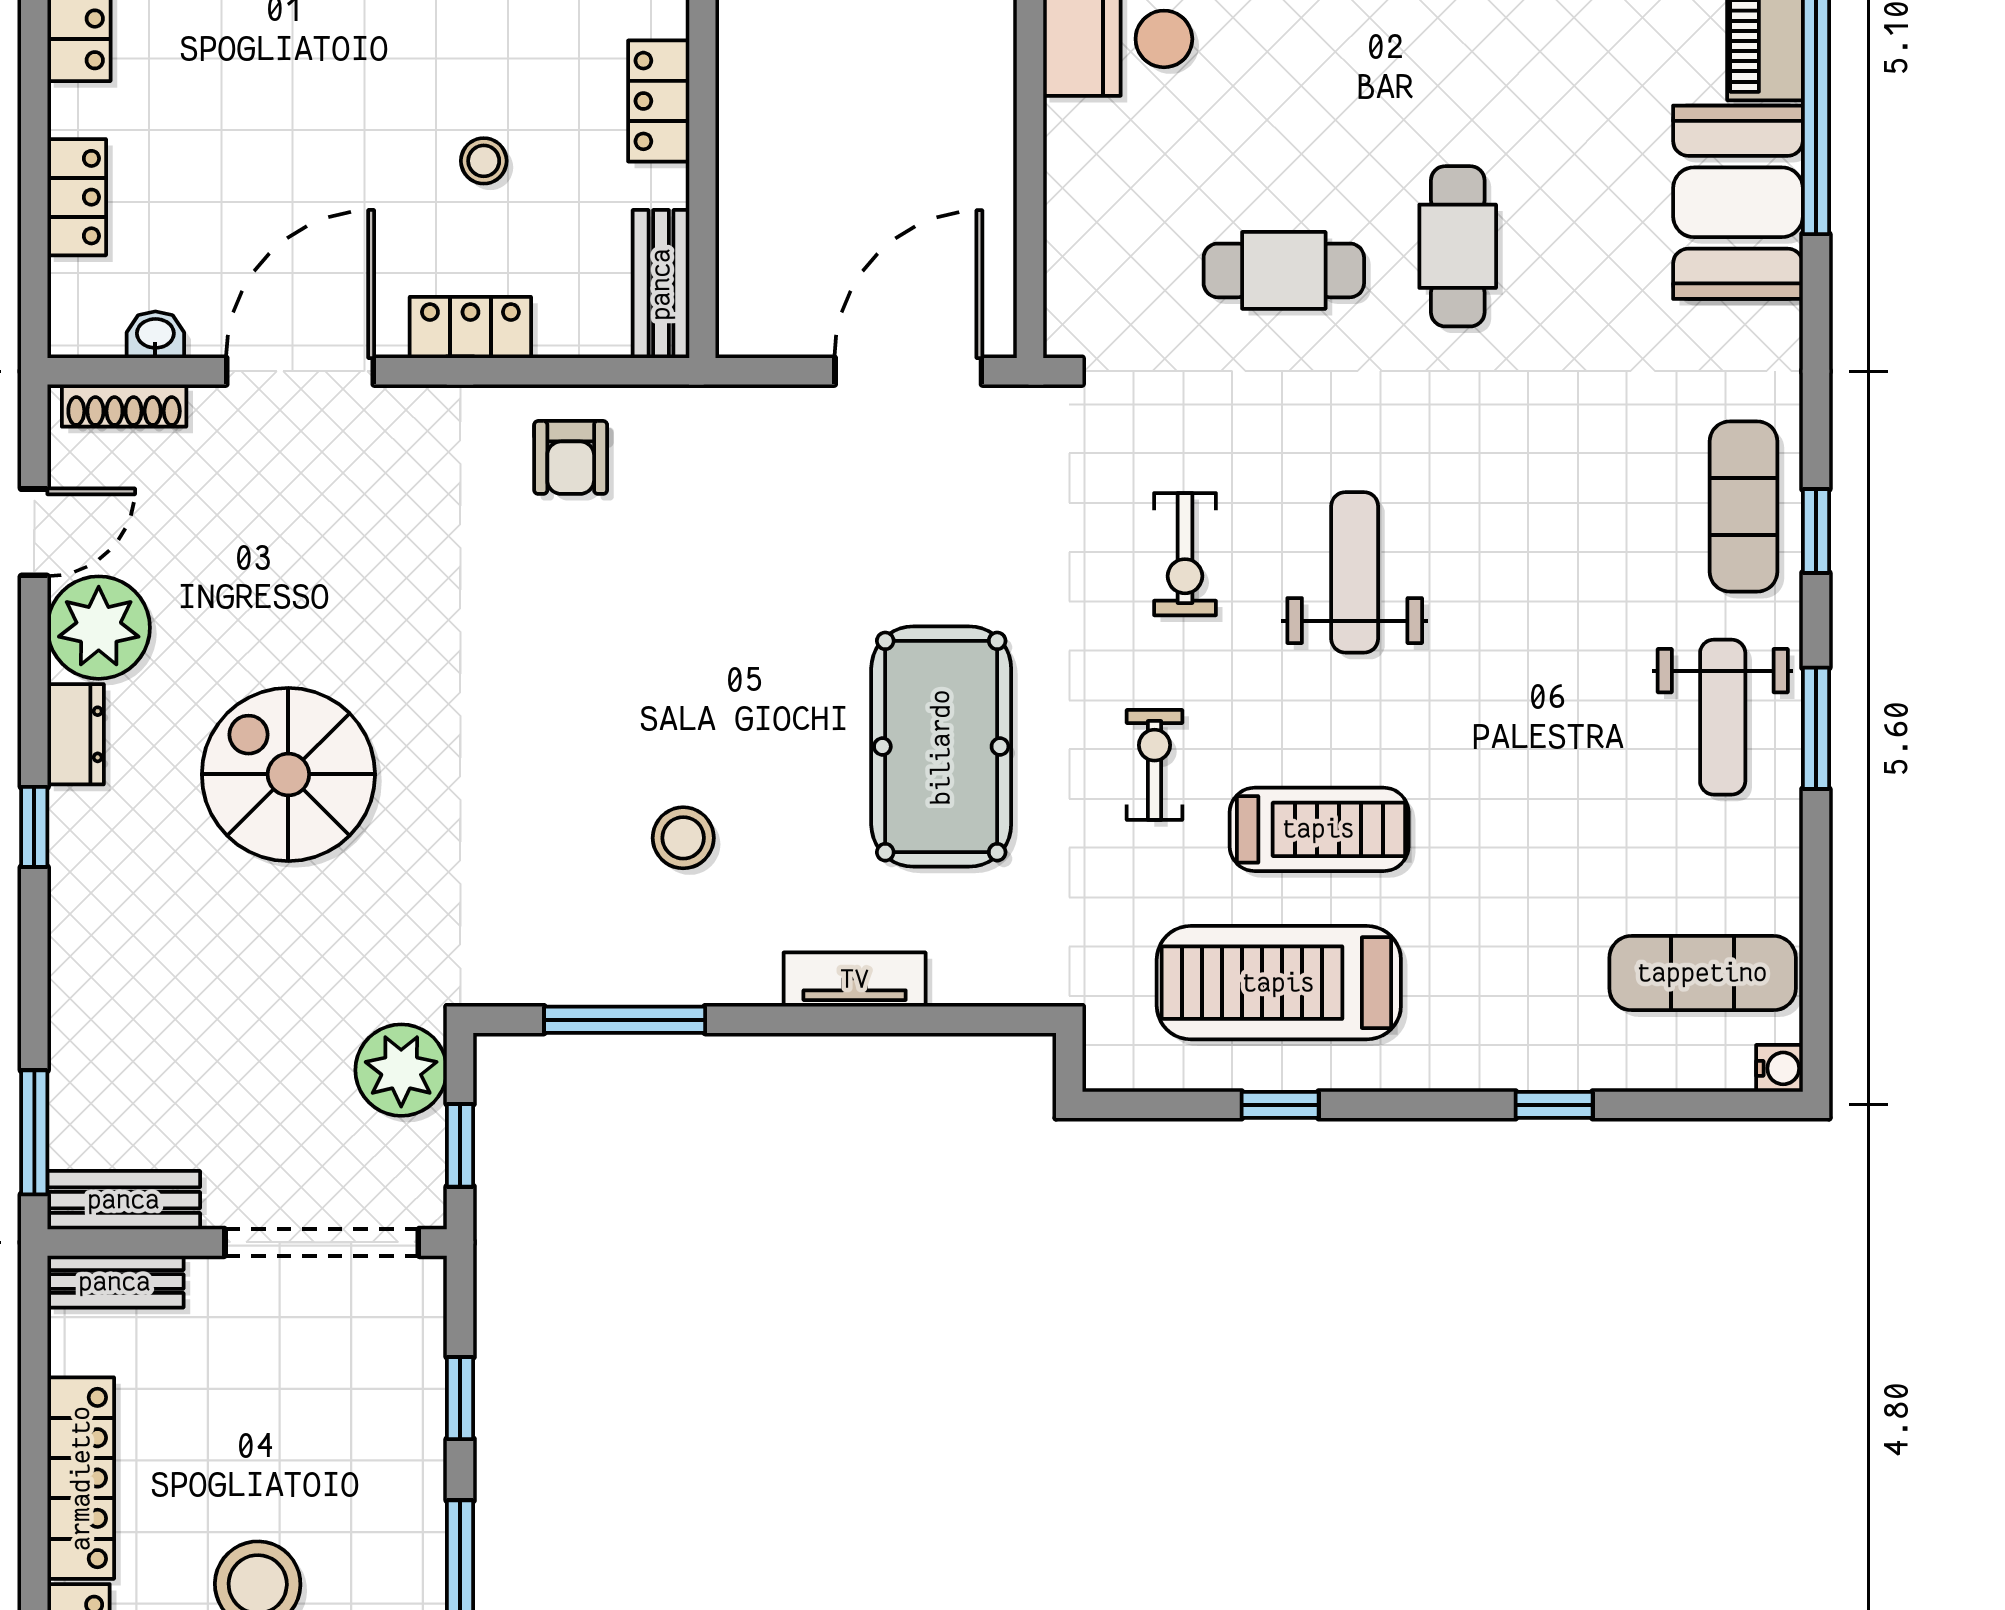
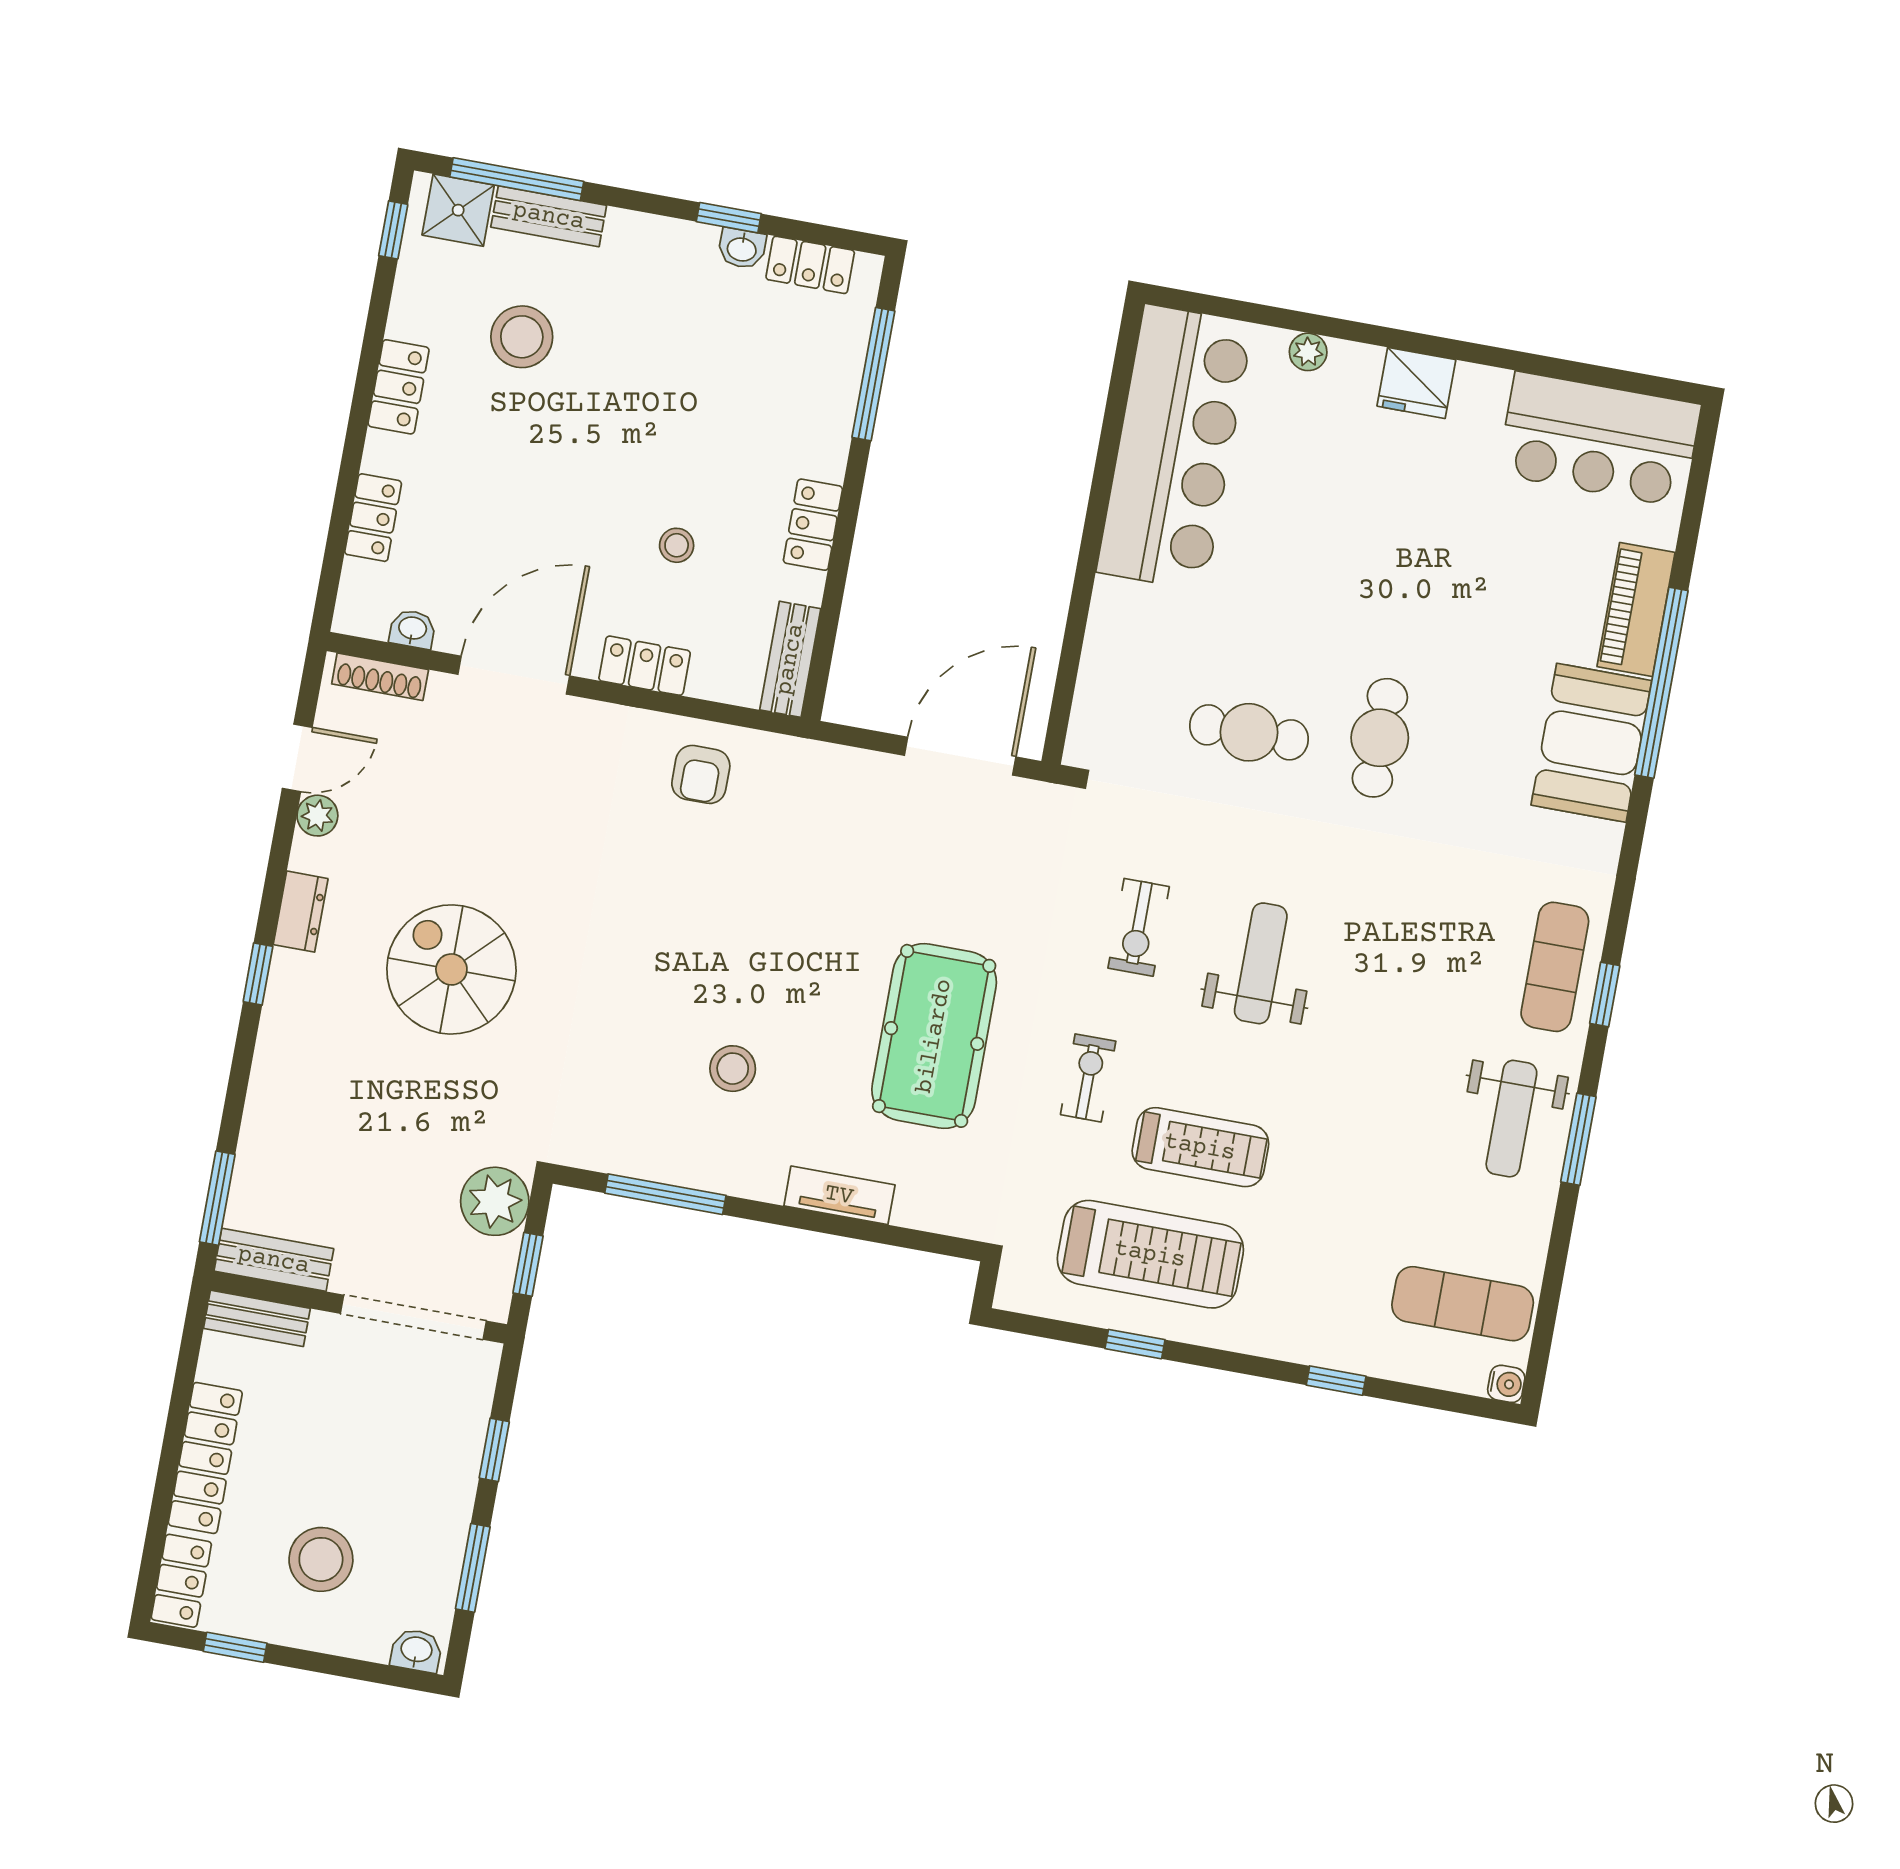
plant: (99, 628) -> (317, 816), width x0.53, depth x0.53
treadmill: (1279, 983) -> (1150, 1254), turned 180

